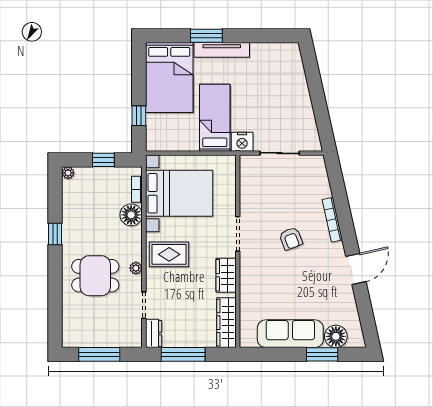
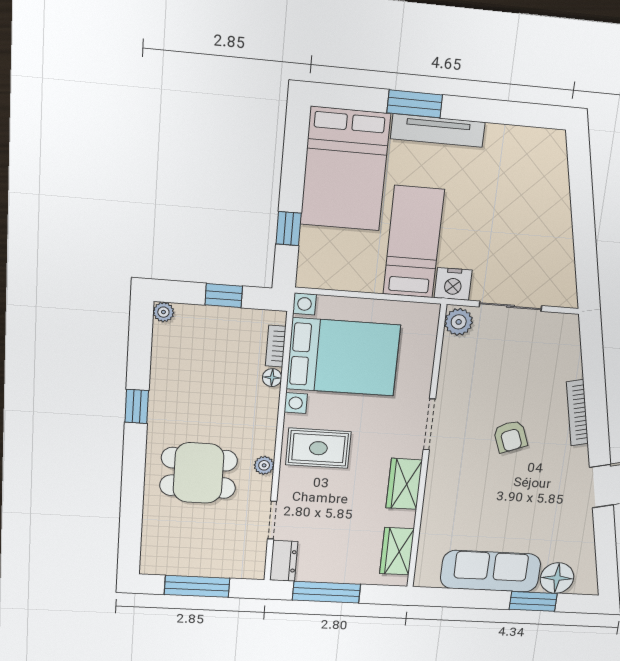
plant: (248, 166) -> (459, 322), added
floor lamp: (131, 215) -> (272, 378), width x0.53, depth x0.53
wardrobe: (226, 323) -> (397, 551), width x0.67

